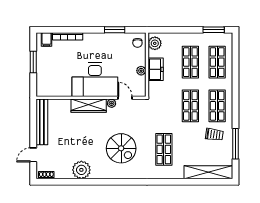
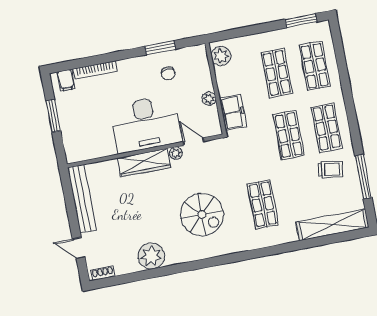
chair: (137, 43) -> (168, 73), moved
freezer: (156, 69) -> (233, 112), moved
door: (33, 155) -> (79, 248), hinge flipped

